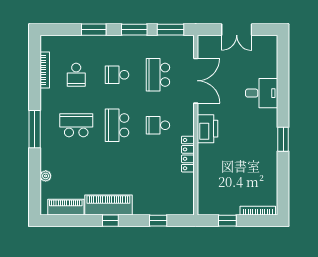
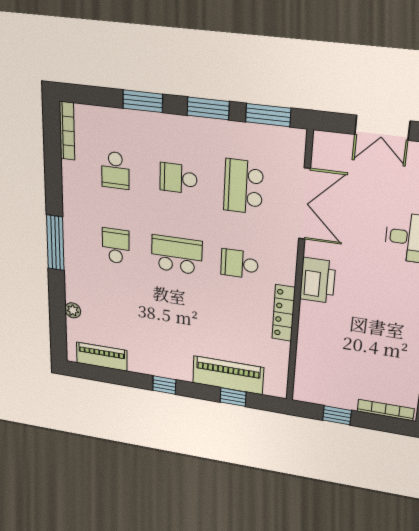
bookcase: (45, 70) -> (67, 131), moved
school desk: (76, 125) -> (116, 246), width x0.54
school desk: (117, 125) -> (177, 255), turned 90
piano: (108, 205) -> (228, 375), moved

